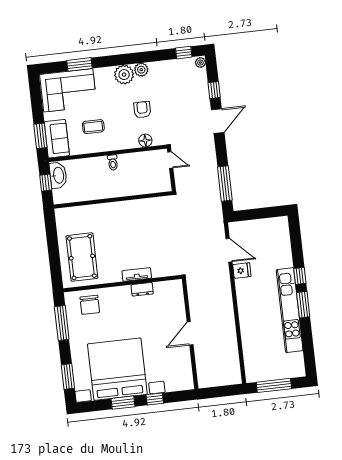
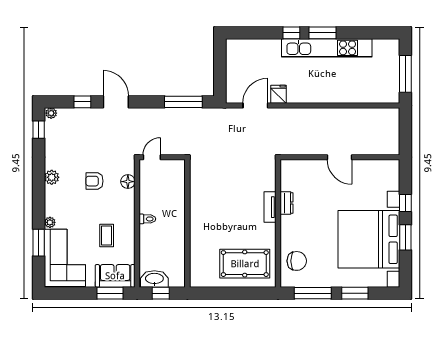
plant: (124, 75) -> (50, 222), moved, width x0.53, depth x0.53
window: (68, 377) -> (355, 293), moved

